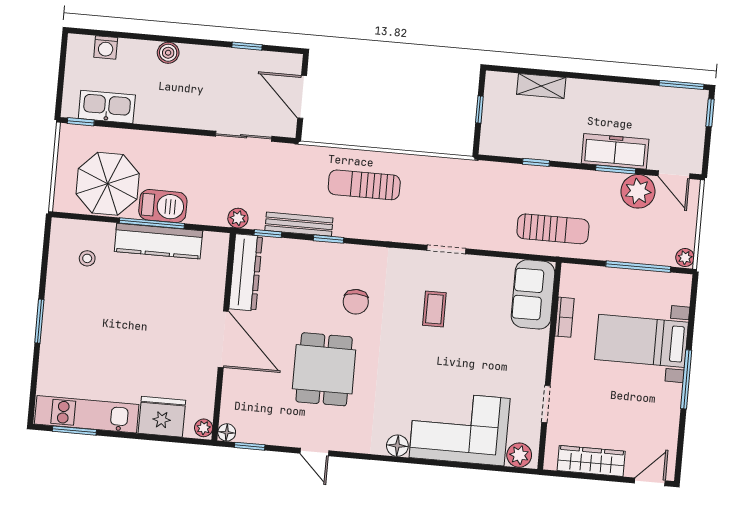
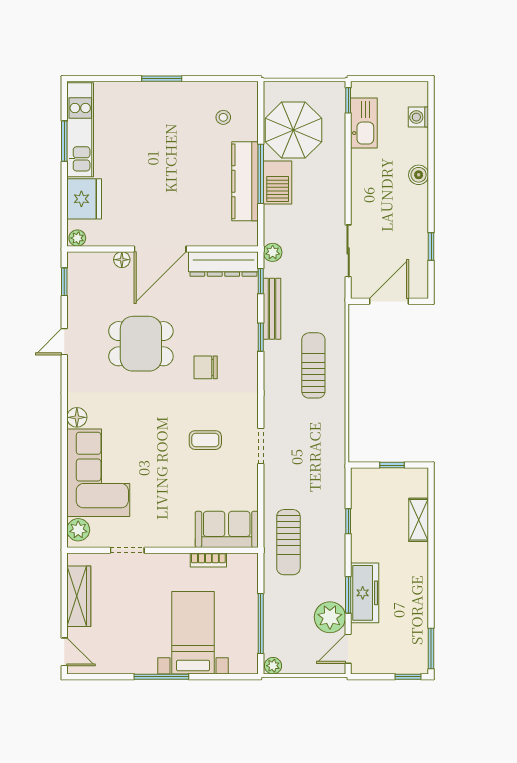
window: (74, 431) -> (64, 141), moved
floor lamp: (227, 432) -> (122, 260), moved

